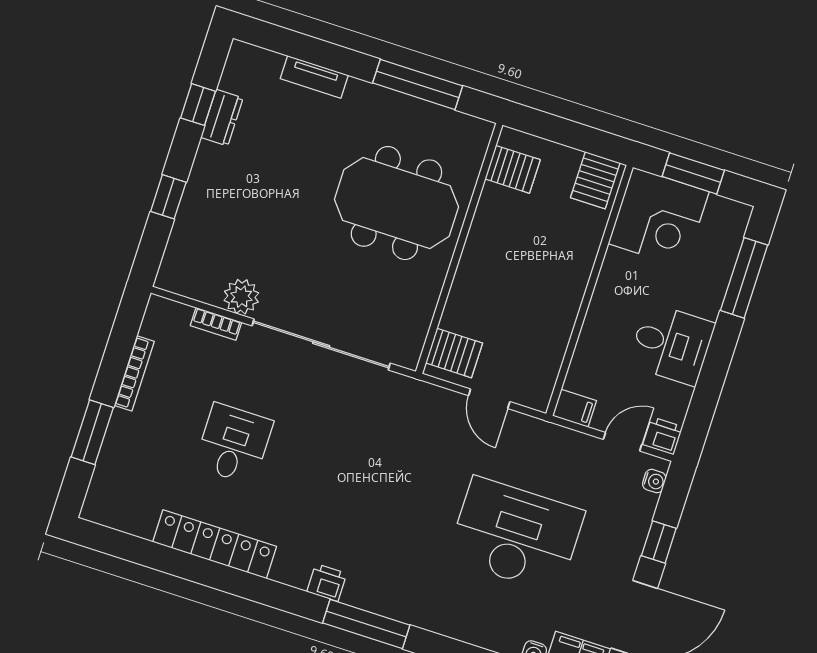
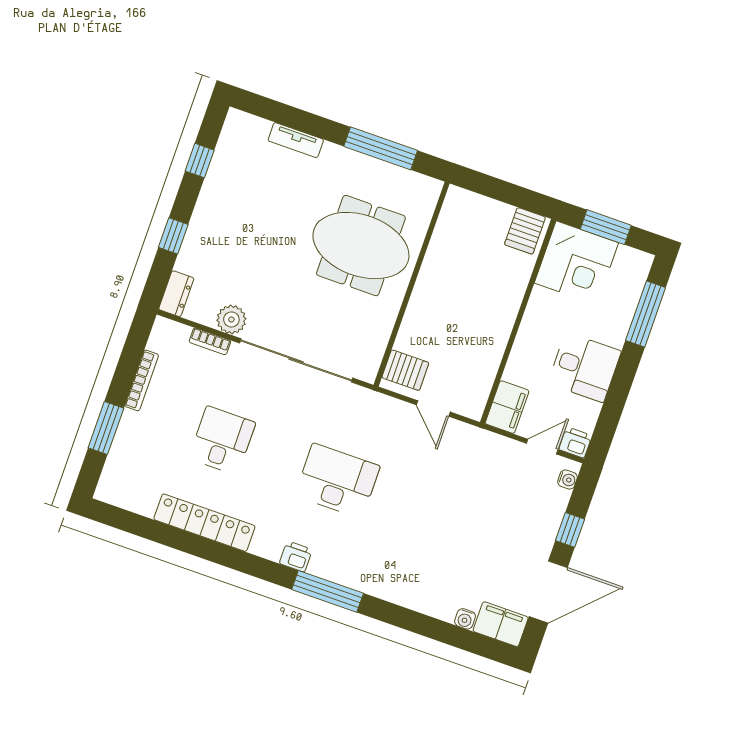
dresser: (222, 118) -> (176, 294), moved
server rack: (513, 169) -> (457, 220), removed
filing cabinet: (574, 408) -> (507, 407), width x2.00
desk: (516, 535) -> (337, 481), moved, width x0.73, depth x0.77

